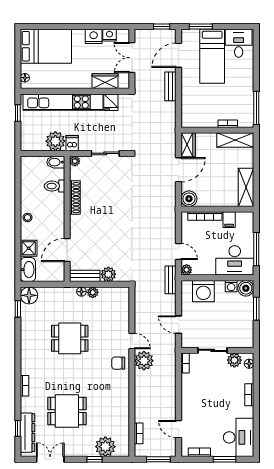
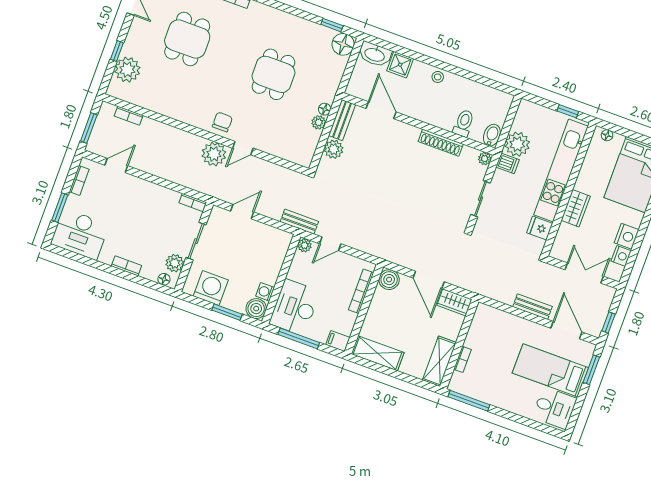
wardrobe: (105, 81) -> (576, 208), moved
filing cabinet: (229, 220) -> (338, 341), moved
washing machine: (203, 291) -> (211, 288), moved, turned 90

